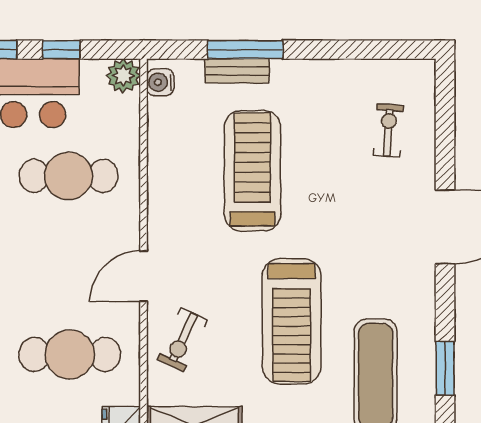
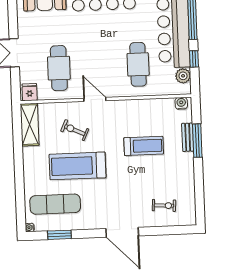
plant: (123, 76) -> (183, 76), moved
treadmill: (252, 171) -> (144, 146), width x0.73, depth x0.73
exercise bike: (182, 340) -> (75, 130), moved

